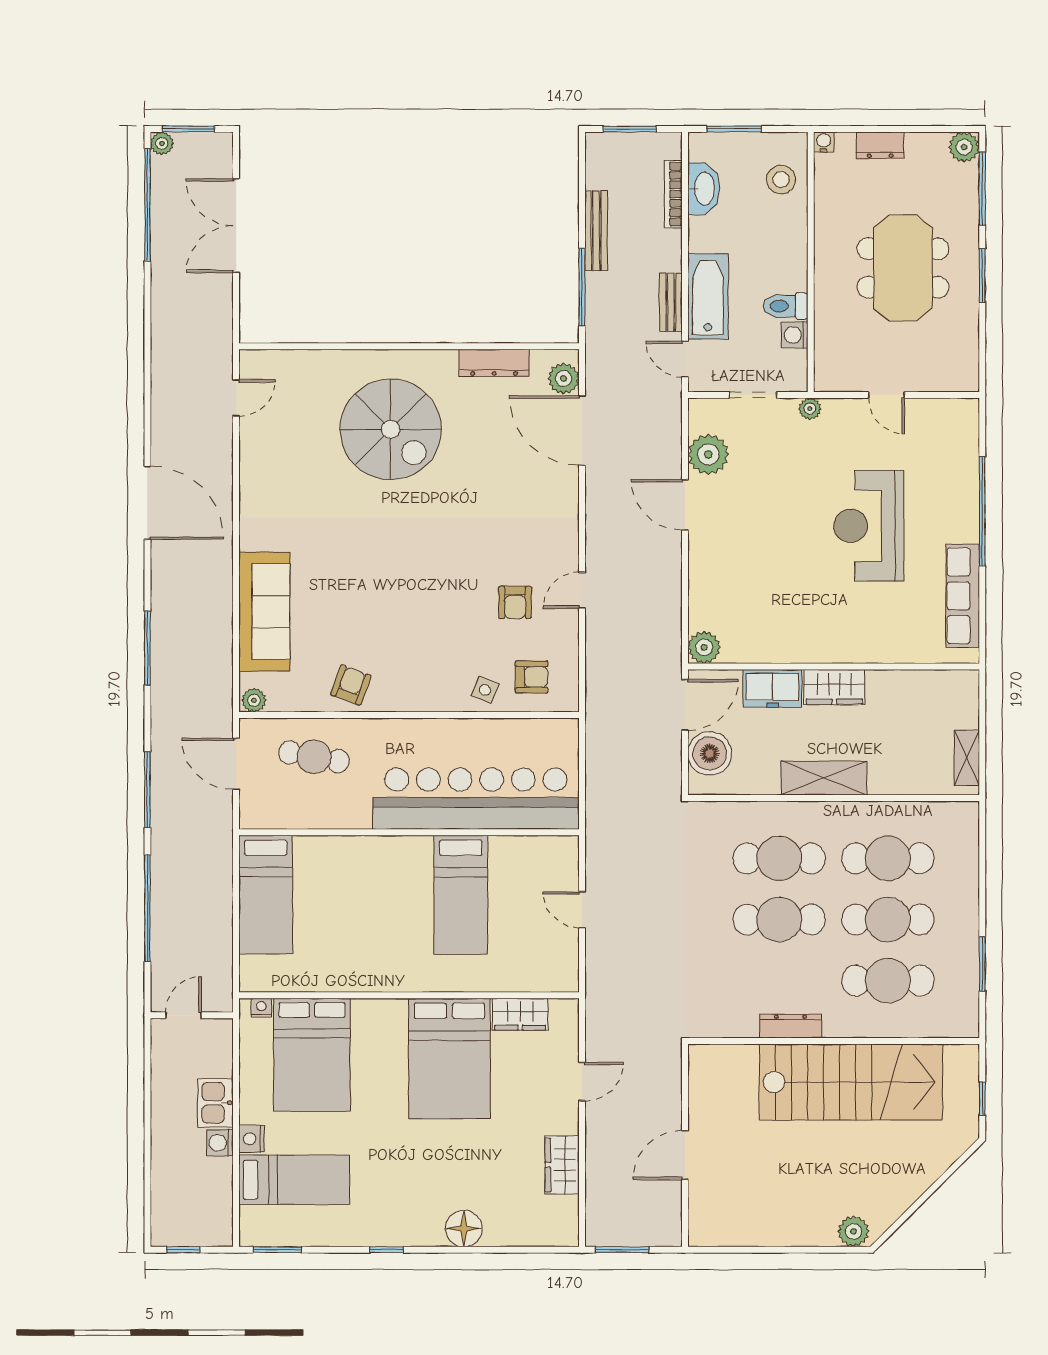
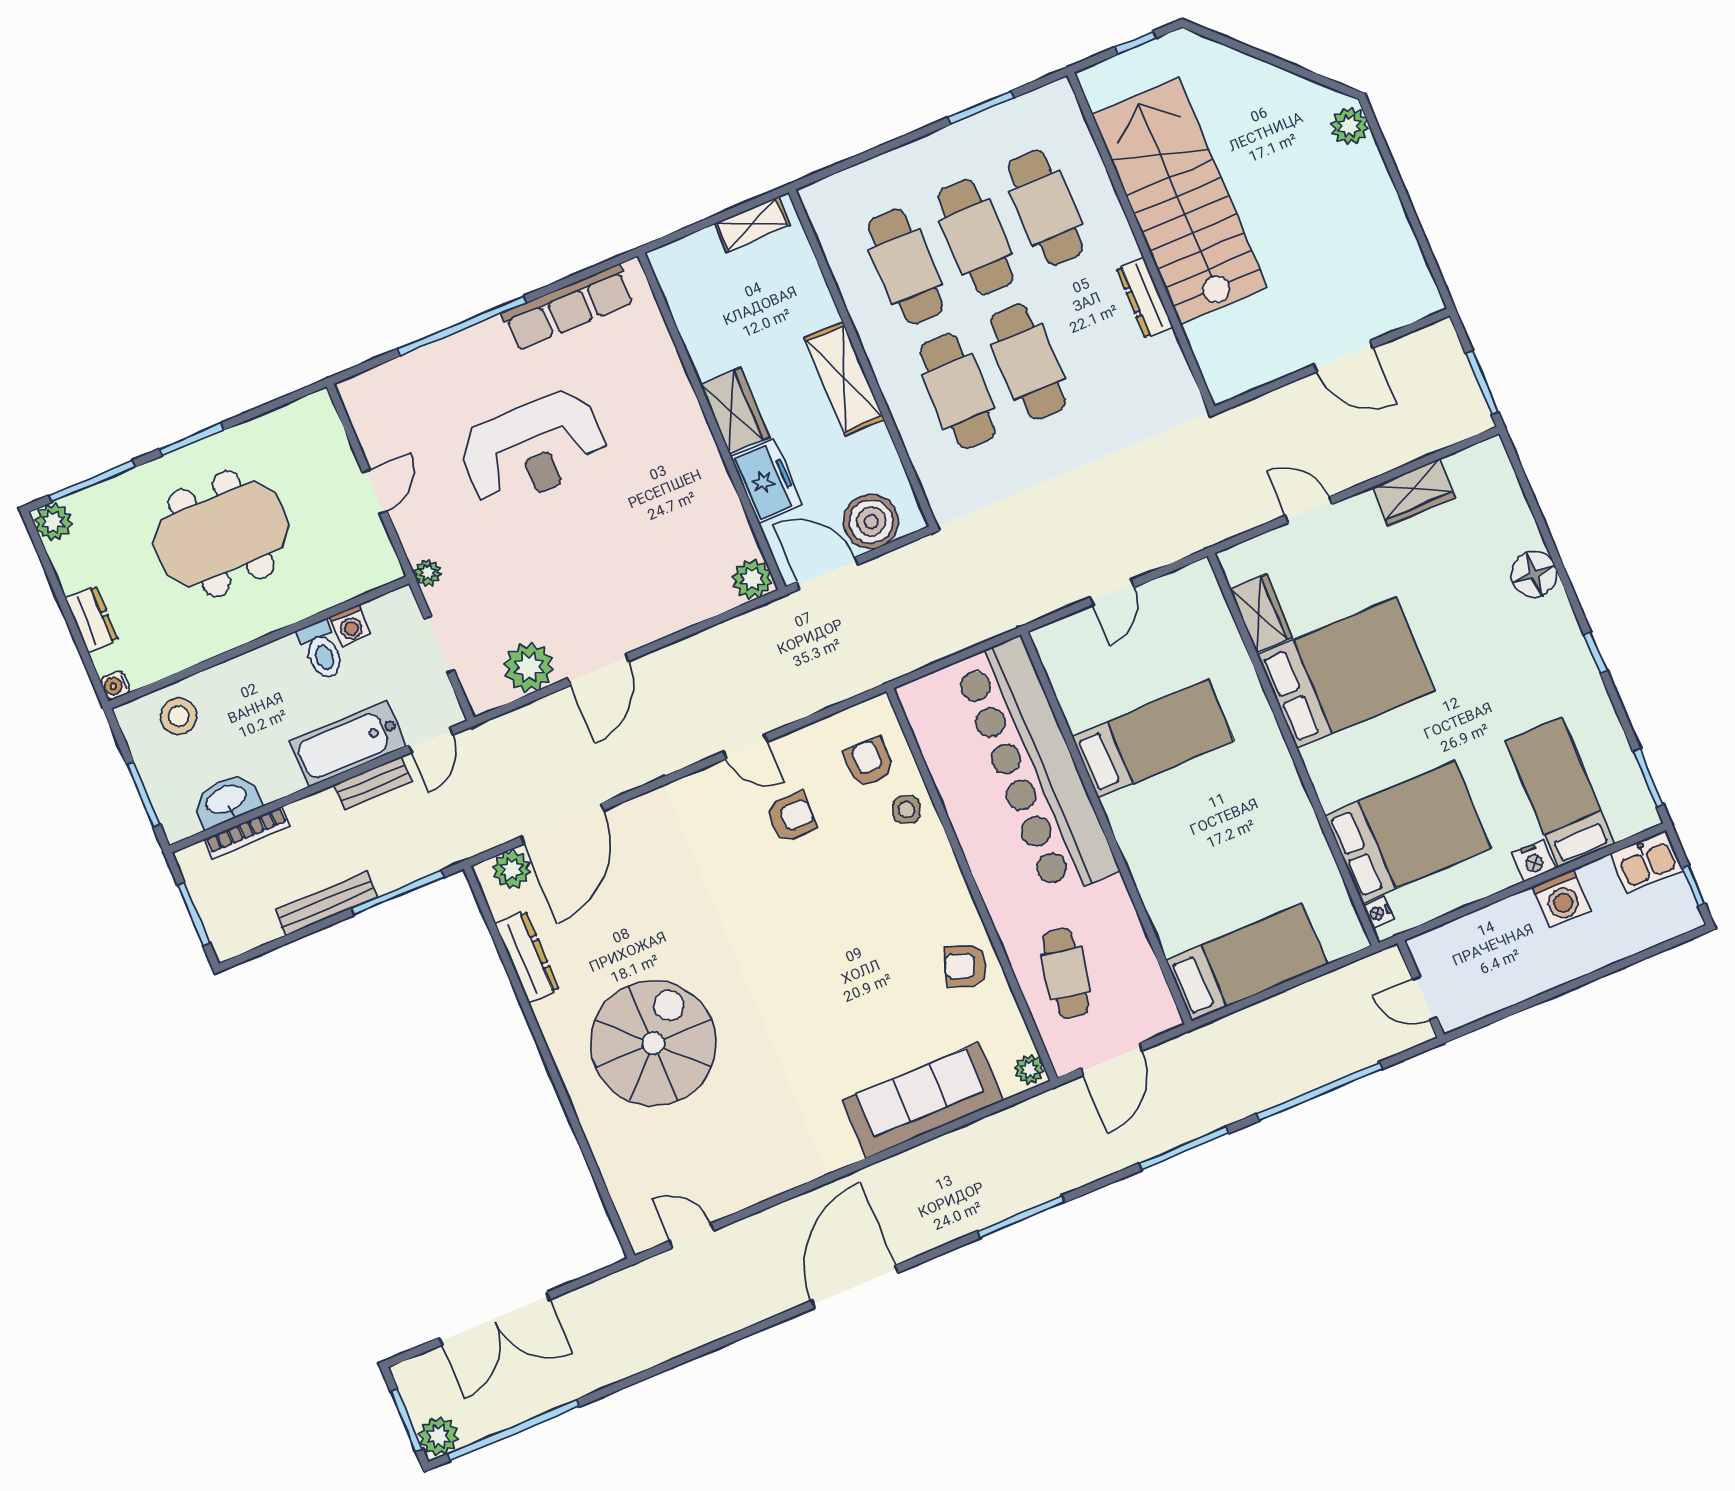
plant: (162, 143) -> (439, 1436), width x1.38, depth x1.38
kitchen sink: (216, 1103) -> (1647, 862), moved
washing machine: (220, 1143) -> (1562, 899), width x1.38, depth x1.38

